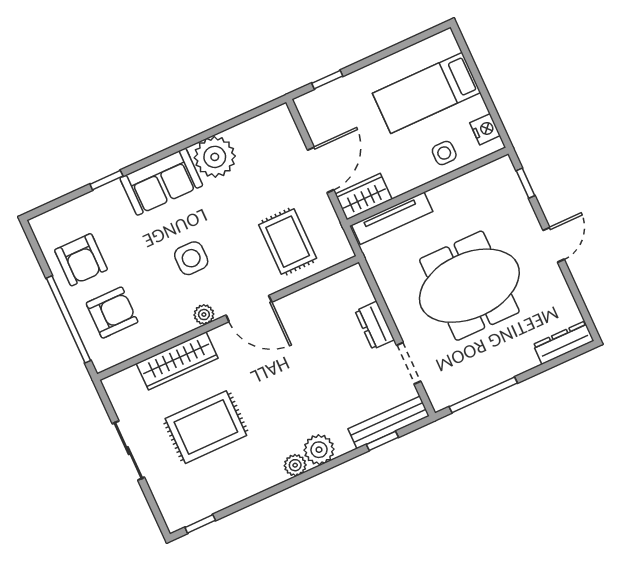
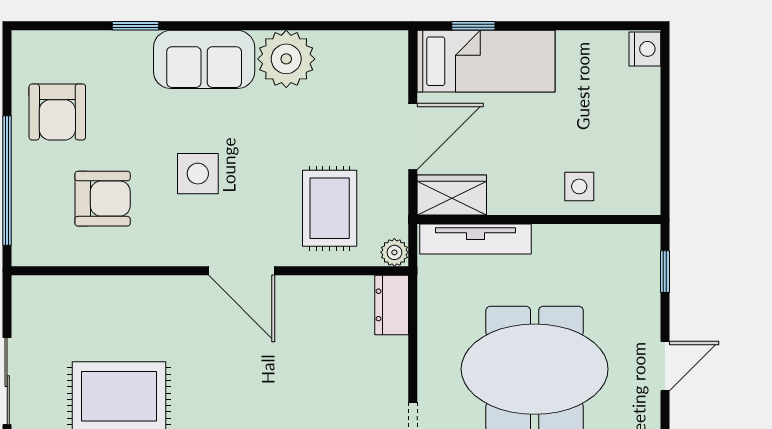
bed: (427, 93) -> (486, 61), moved, turned 180
nightstand: (485, 129) -> (645, 49), moved
armchair: (112, 313) -> (103, 199), moved
plant: (204, 315) -> (394, 252), moved
dresser: (375, 325) -> (392, 305), moved
wardrobe: (177, 361) -> (121, 296), removed

